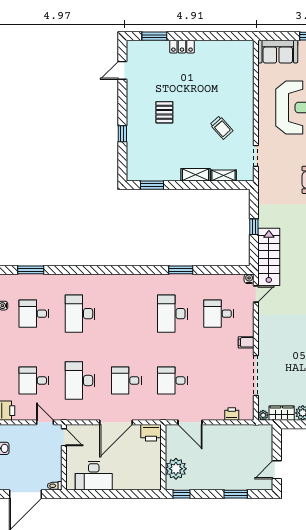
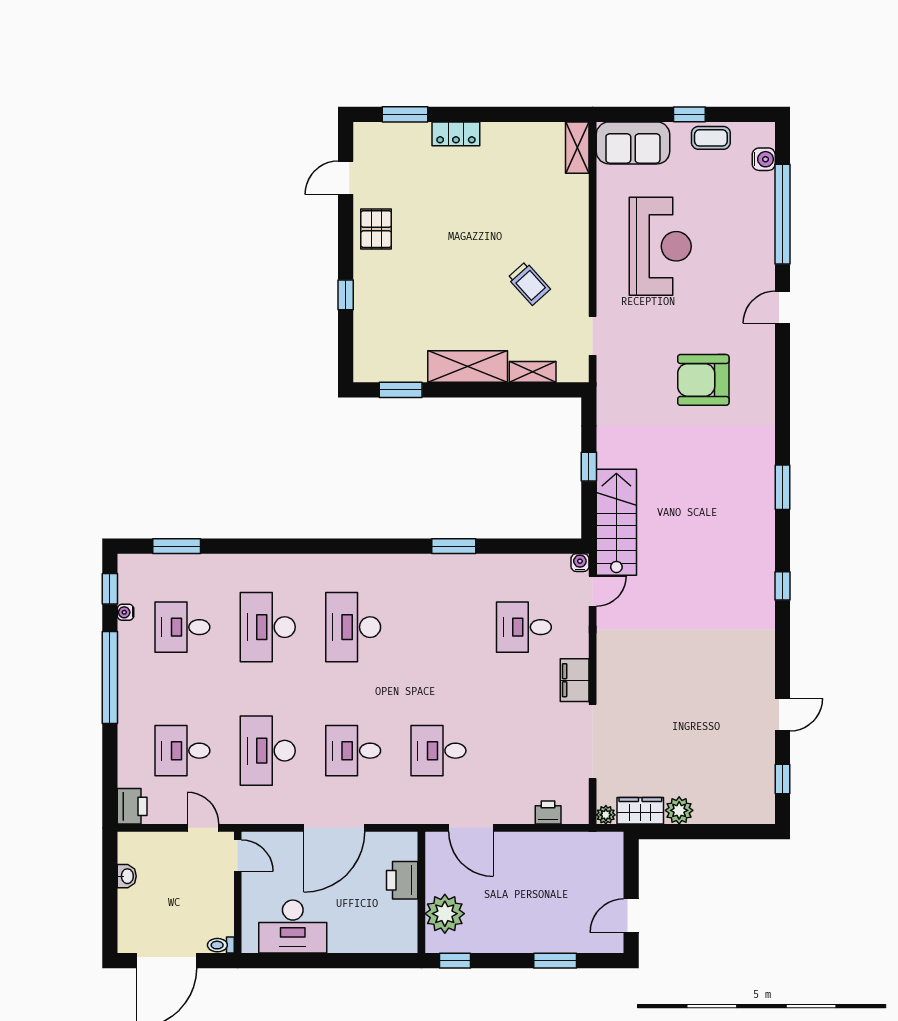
shelving: (248, 54) -> (577, 148), added
pallet: (164, 112) -> (376, 229), moved
shelving: (195, 175) -> (468, 366), width x1.50, depth x1.33
desk: (173, 314) -> (353, 627), moved
filing cabinet: (246, 342) -> (575, 680), width x2.00
printer: (151, 433) -> (402, 880), moved, turned 90

